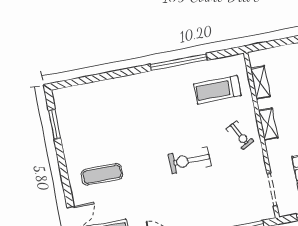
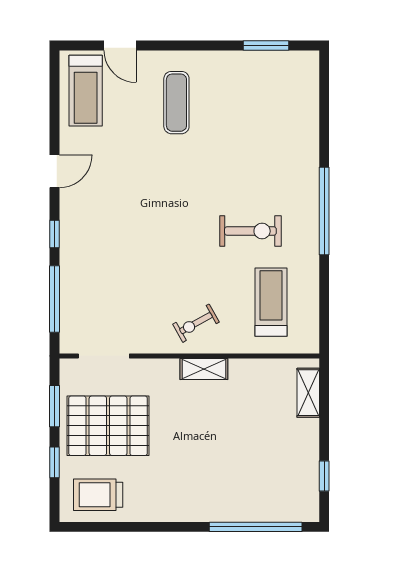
window: (179, 62) -> (324, 211), moved
shelving: (260, 82) -> (308, 393), moved, turned 90
exercise bike: (190, 160) -> (250, 231), moved, turned 90

